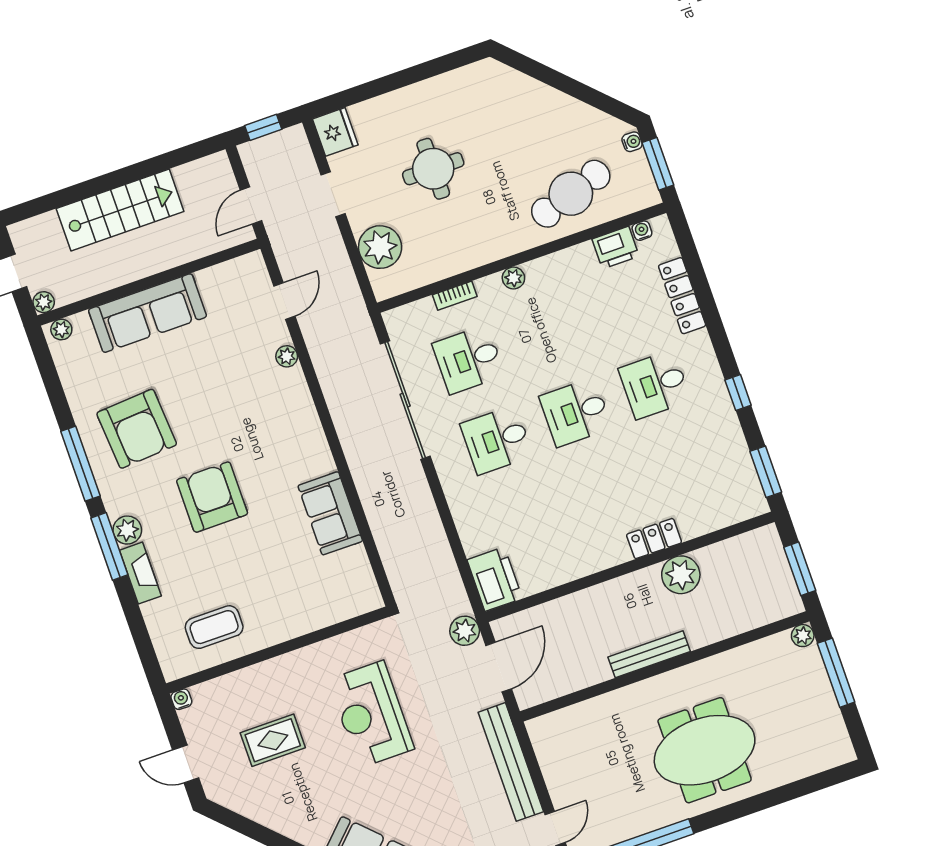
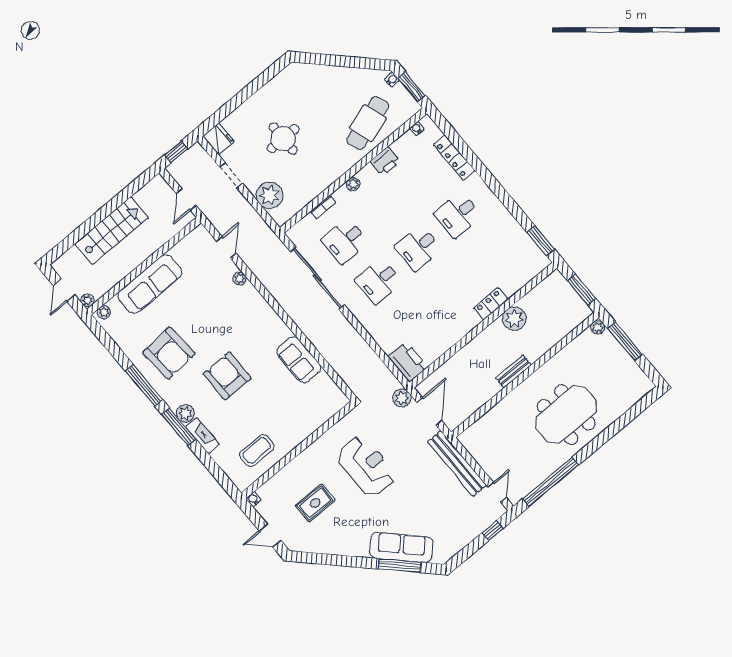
printer: (616, 248) -> (385, 161), moved
window: (738, 393) -> (508, 201), removed
bench: (649, 654) -> (513, 371), width x0.73
reception desk: (371, 714) -> (366, 467), turned 180

